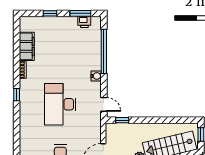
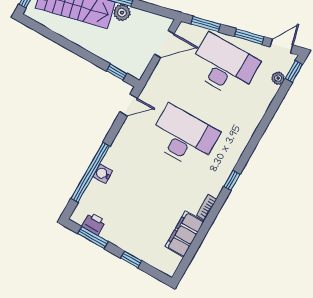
water cooler: (96, 76) -> (103, 174), moved
desk: (60, 104) -> (184, 137), turned -90
door: (104, 104) -> (129, 105), swing flipped

